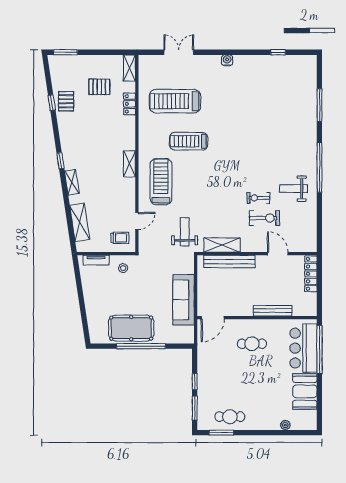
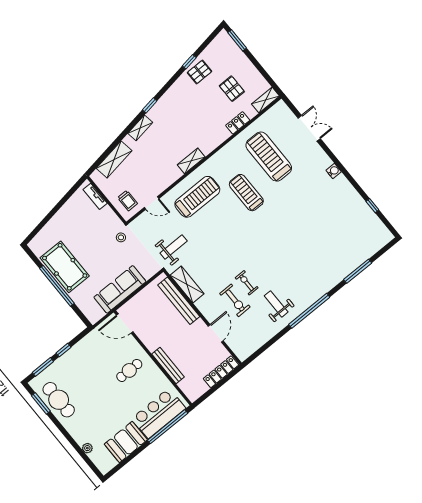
stool: (123, 268) -> (121, 237), moved
cafe table: (252, 344) -> (129, 370), turned 90
cafe table: (230, 417) -> (59, 400), width x1.37, depth x1.35

